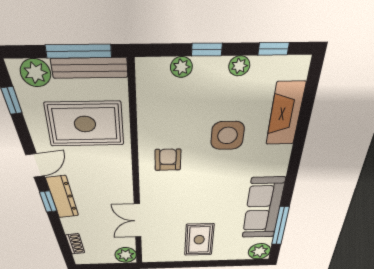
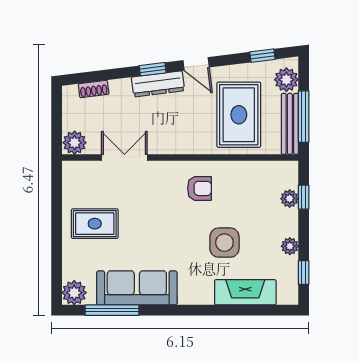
window: (207, 50) -> (304, 197), moved

